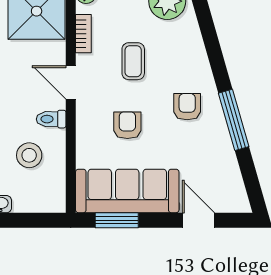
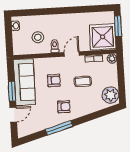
window: (117, 220) -> (12, 91), moved

